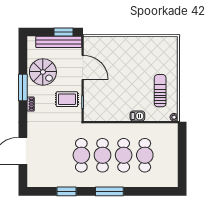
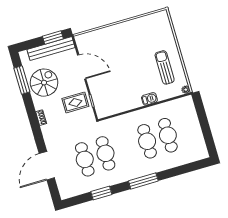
spiral stairs: (43, 72) -> (44, 83), turned -90
window: (23, 87) -> (22, 80), moved
cafe table: (102, 155) -> (85, 159), moved

